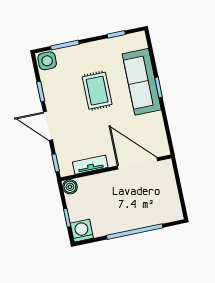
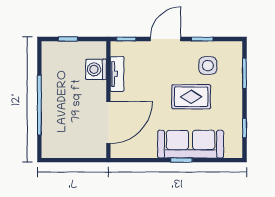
side table: (47, 61) -> (208, 66), moved
boiler: (70, 187) -> (99, 49), removed
washing machine: (82, 231) -> (96, 69), moved, turned 180

